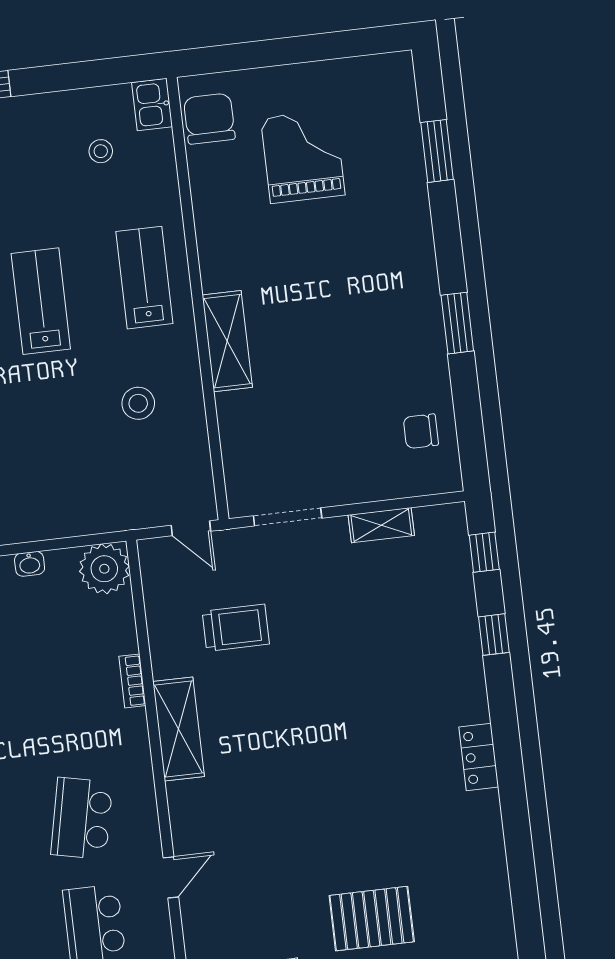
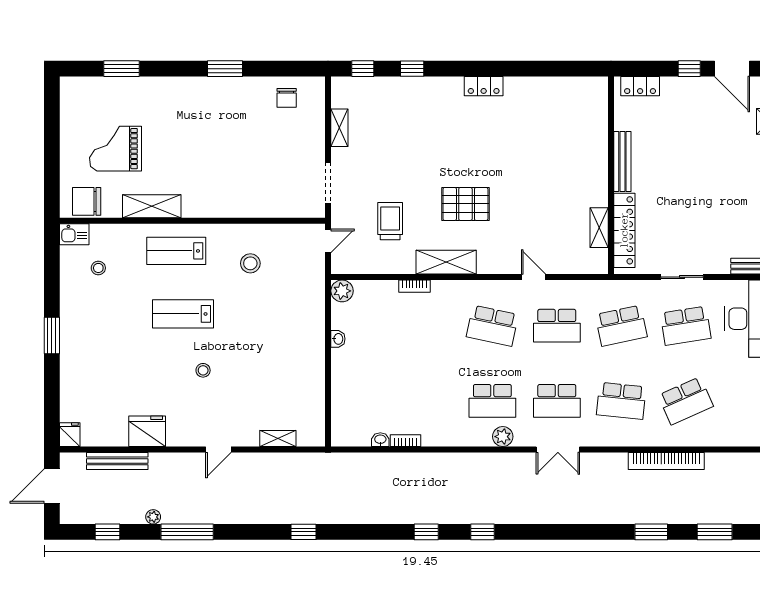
shelving: (227, 341) -> (152, 206), moved
plant: (104, 569) -> (342, 291), width x0.73, depth x0.73
pallet: (372, 919) -> (465, 204), moved, turned 90

